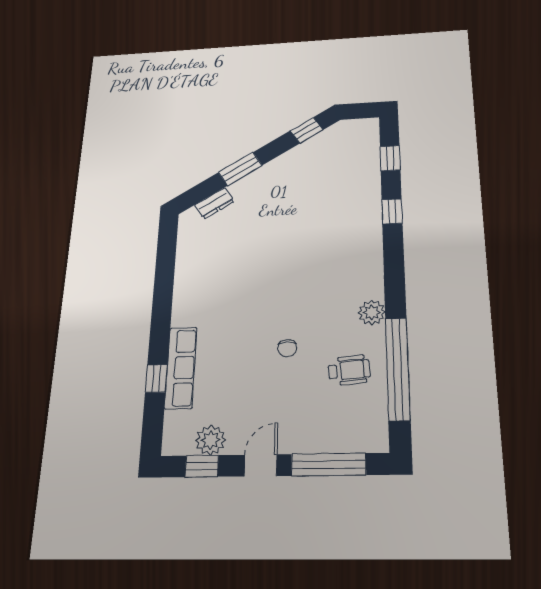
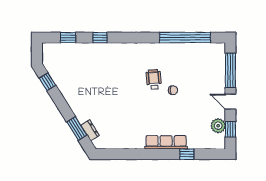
window: (240, 169) -> (77, 129), moved
plant: (372, 313) -> (156, 49), removed
row of seats: (181, 368) -> (166, 142), moved
wheelchair: (349, 370) -> (154, 79), moved

